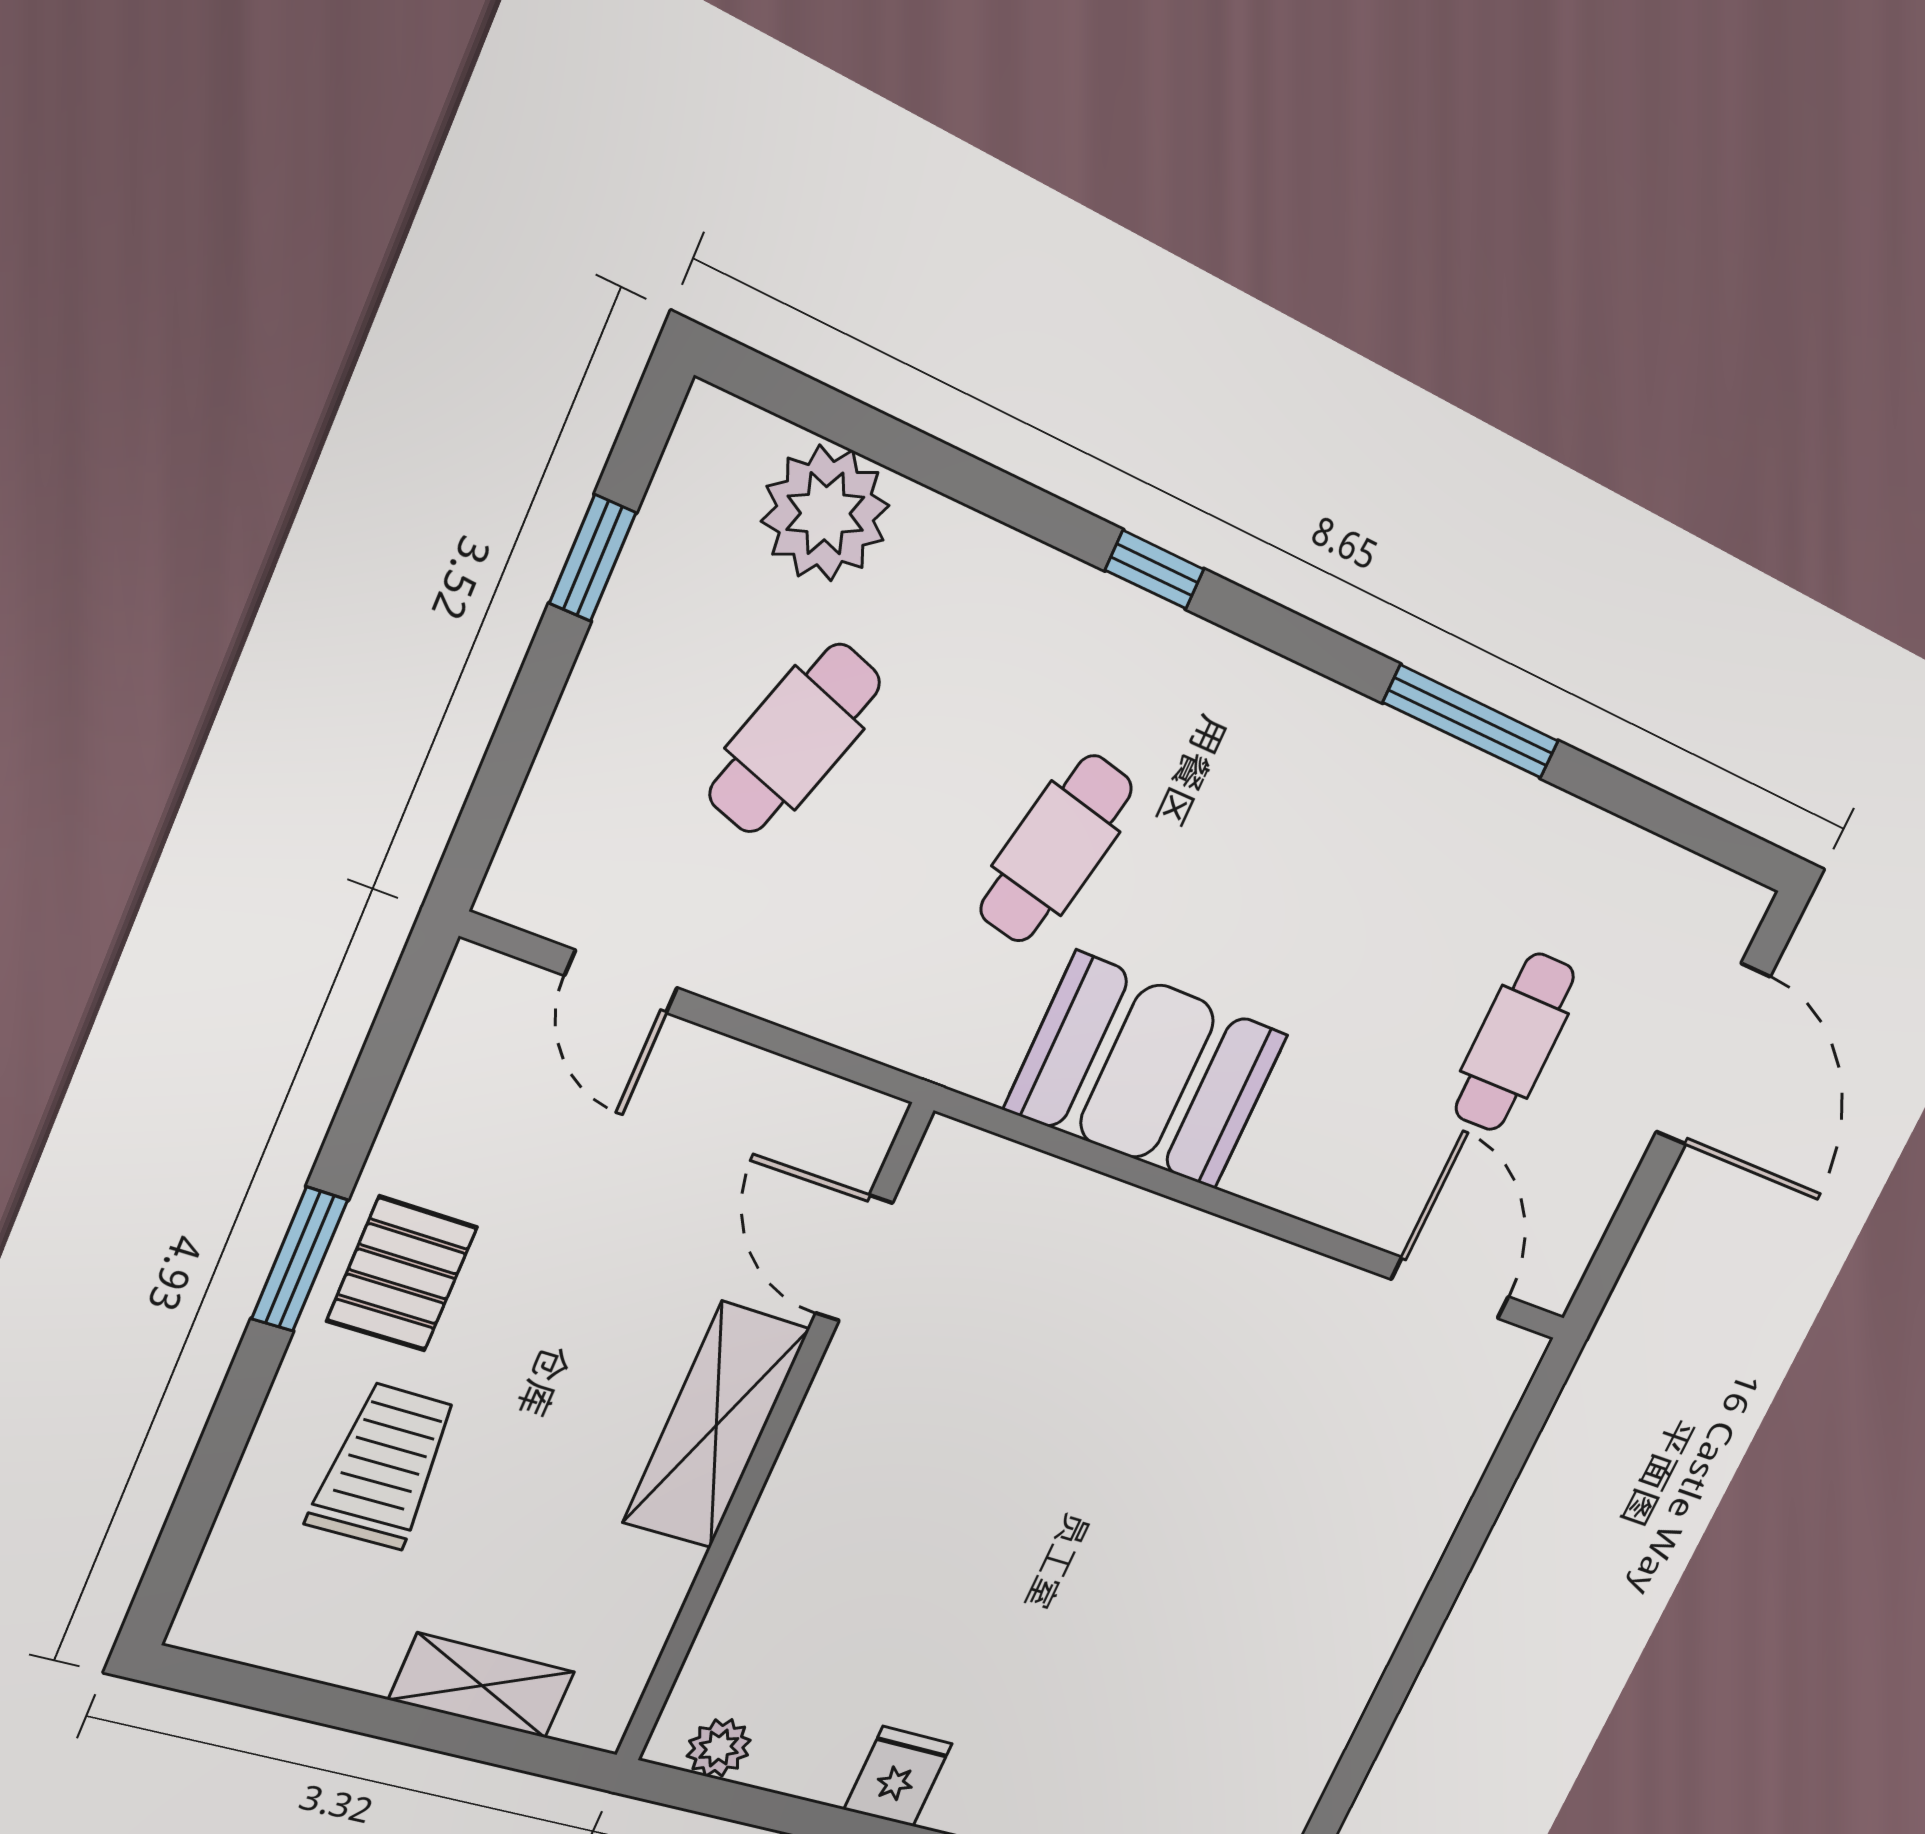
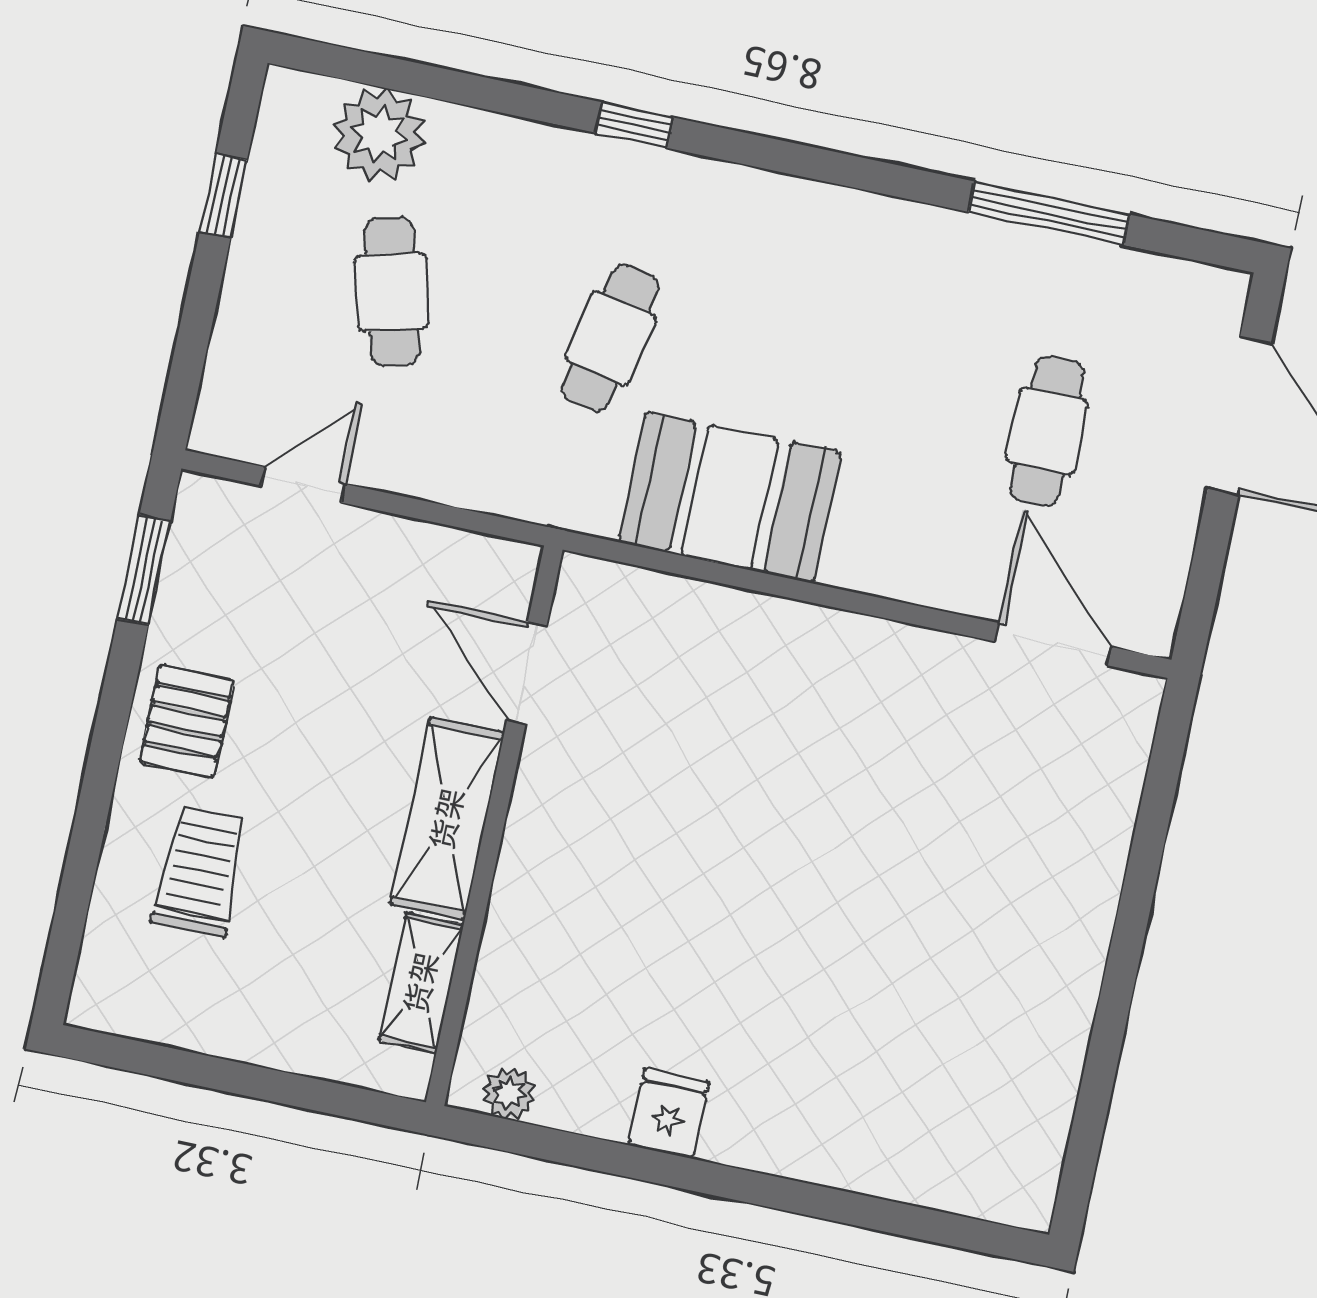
window: (1471, 722) -> (1049, 213), moved
cafe table: (795, 738) -> (392, 292), turned -33
door: (621, 982) -> (303, 485), swing flipped
window: (300, 1259) -> (144, 570), moved
shelving: (482, 1686) -> (421, 983), moved, turned 90

